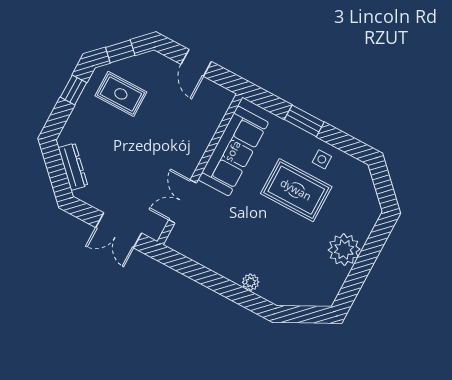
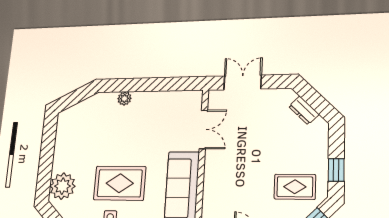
dresser: (73, 167) -> (304, 110), width x0.70
plant: (344, 250) -> (62, 186), moved

